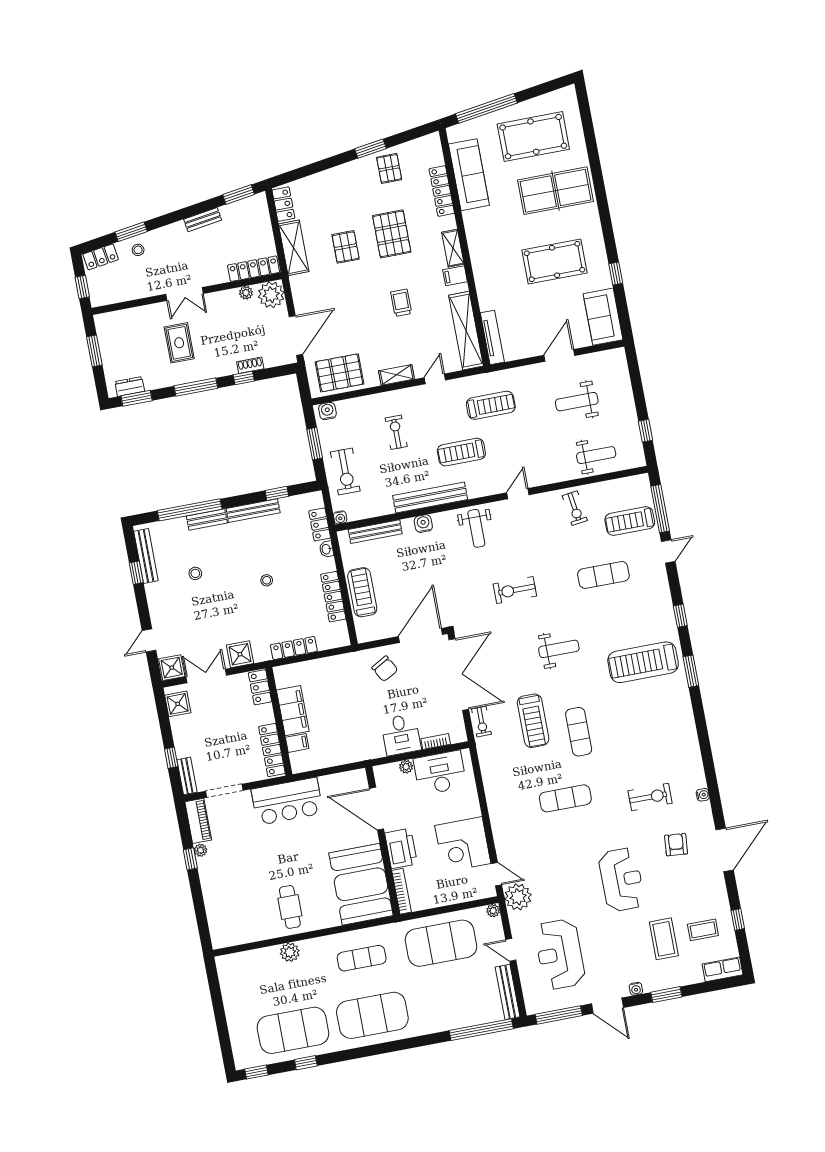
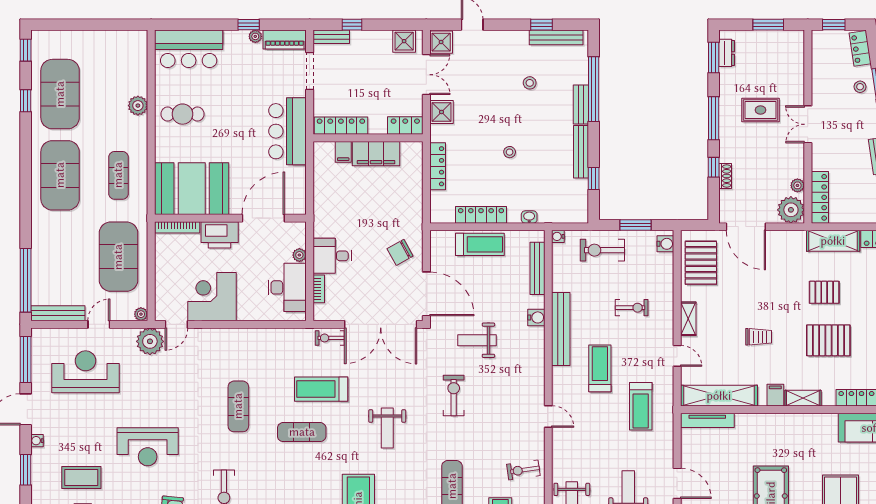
locker: (320, 524) -> (555, 215), removed
weight bench: (476, 528) -> (477, 340), moved
bar counter: (225, 913) -> (189, 49), added

